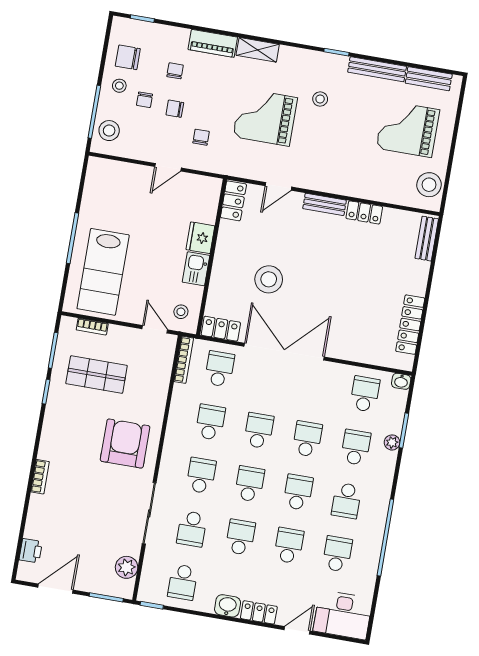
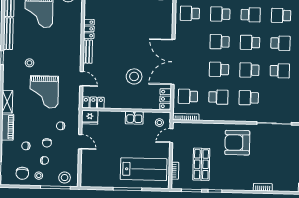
fridge: (200, 238) -> (90, 117), moved
school desk: (210, 422) -> (218, 97), turned 180
school desk: (192, 529) -> (279, 98), removed
school desk: (240, 537) -> (280, 71), turned 180
school desk: (289, 546) -> (280, 43), turned 180

